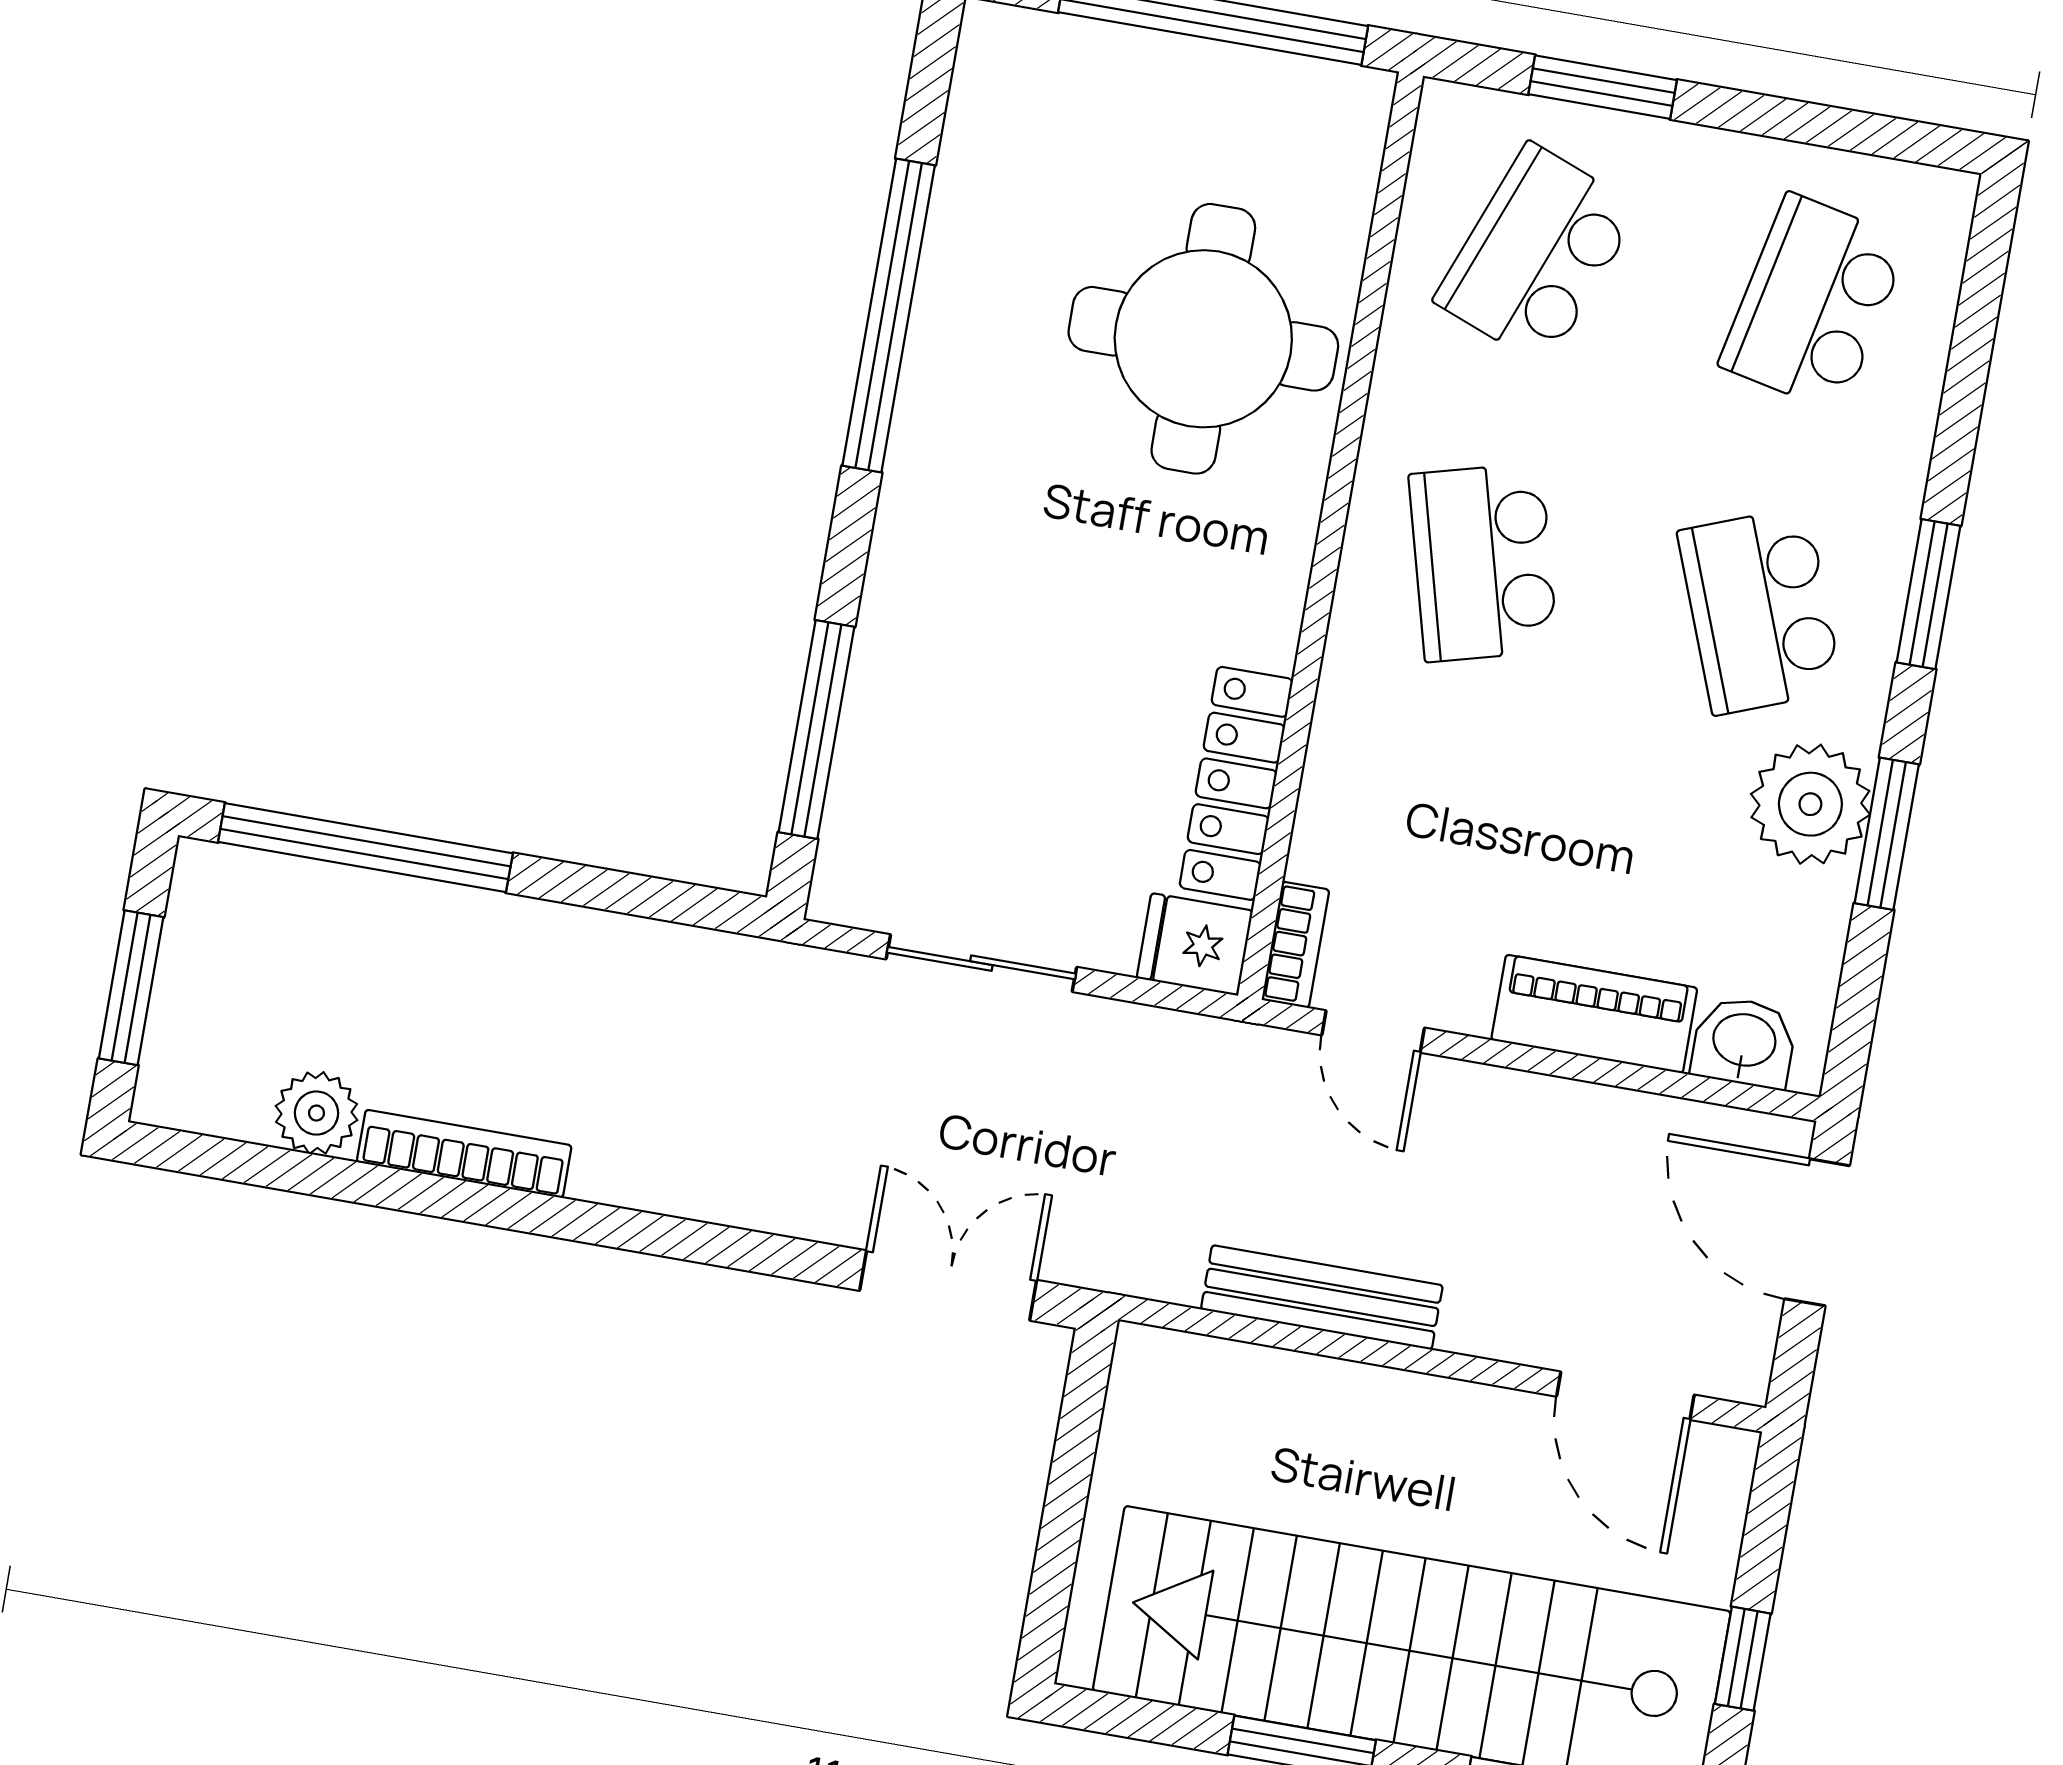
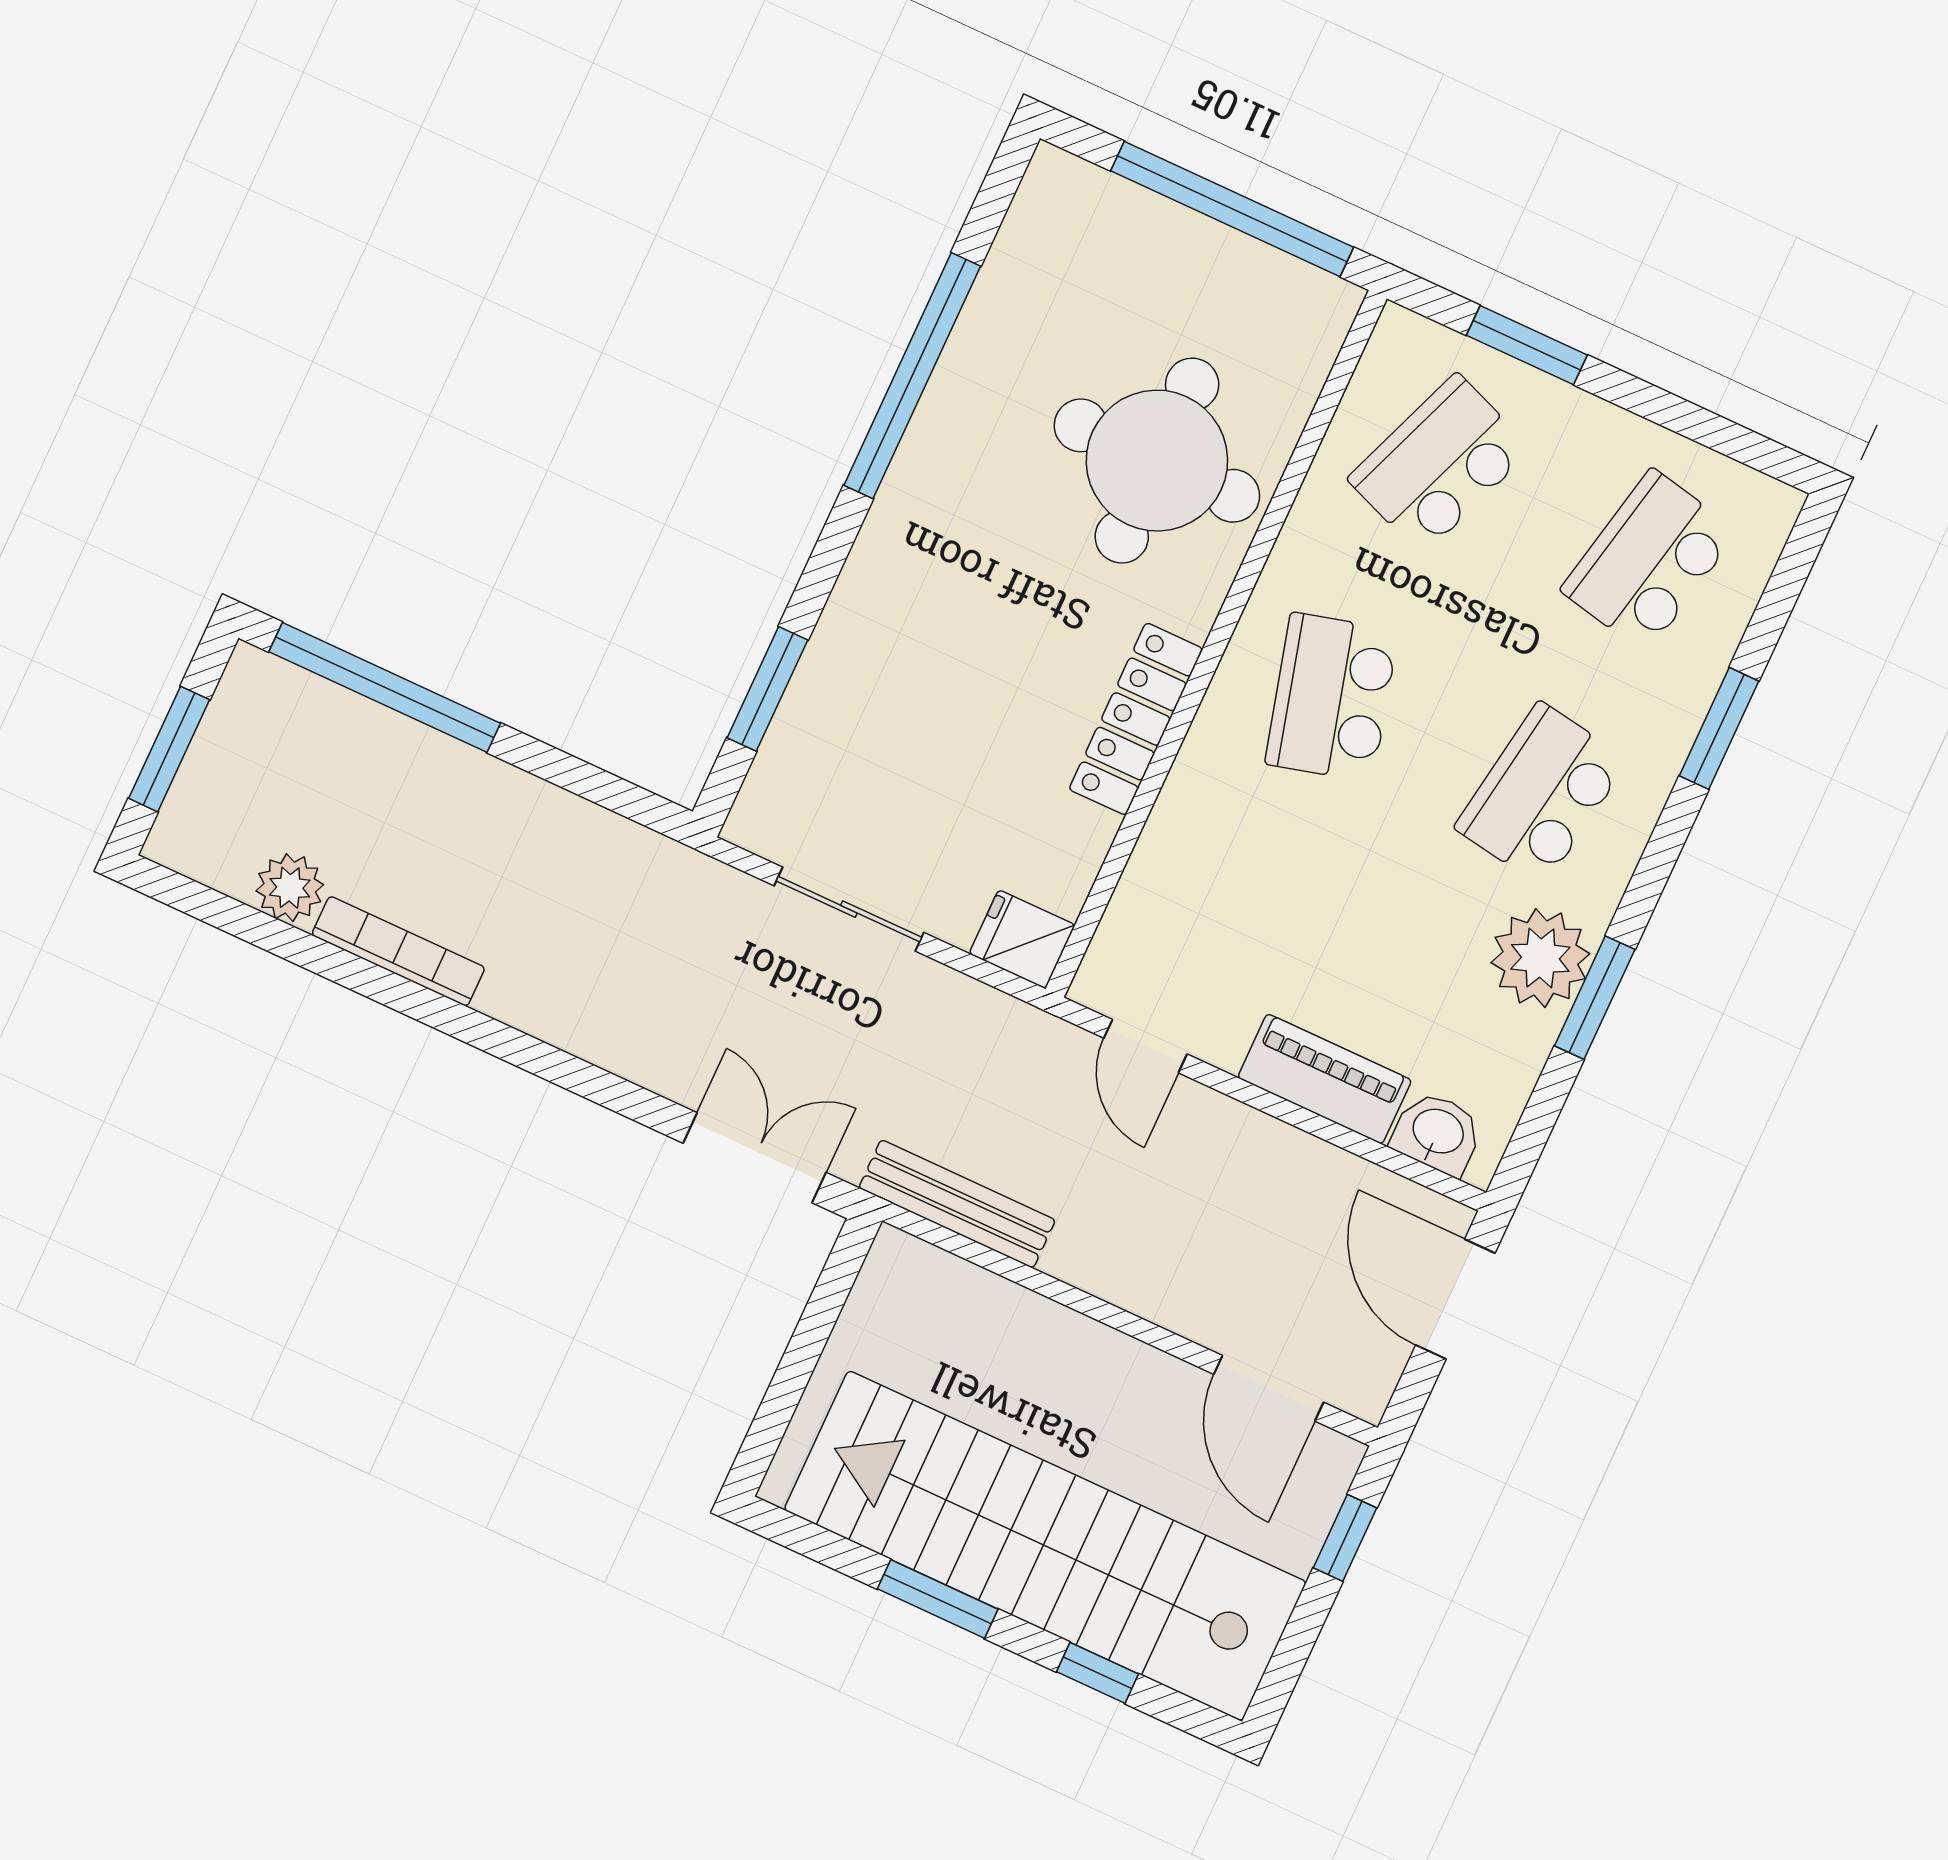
window: (1929, 594) -> (1719, 728), moved
school desk: (1760, 611) -> (1541, 794), turned 30
window: (816, 729) -> (767, 689), width x0.69
locker: (1236, 783) -> (1136, 719), moved
bookcase: (1295, 945) -> (1102, 961), removed
bench: (1322, 1297) -> (957, 1204), moved
window: (1743, 1659) -> (1345, 1538), moved

